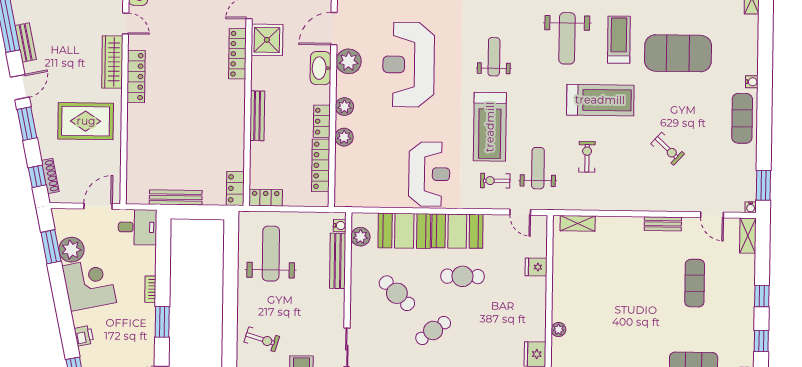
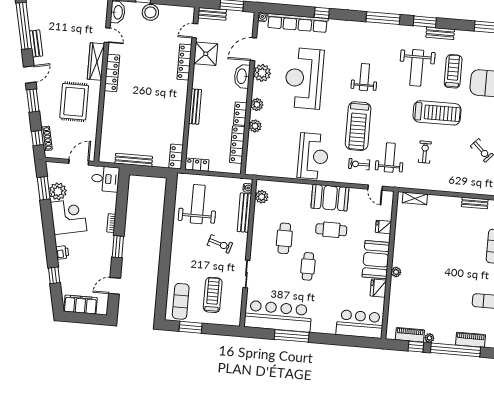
rug: (86, 121) -> (74, 102), turned 90
booth: (404, 231) -> (376, 260), moved, turned 90
cafe table: (397, 293) -> (284, 238), turned 46
cafe table: (433, 331) -> (308, 266), turned -54
exercise bike: (262, 339) -> (220, 244), moved

